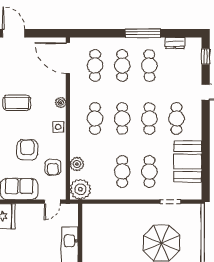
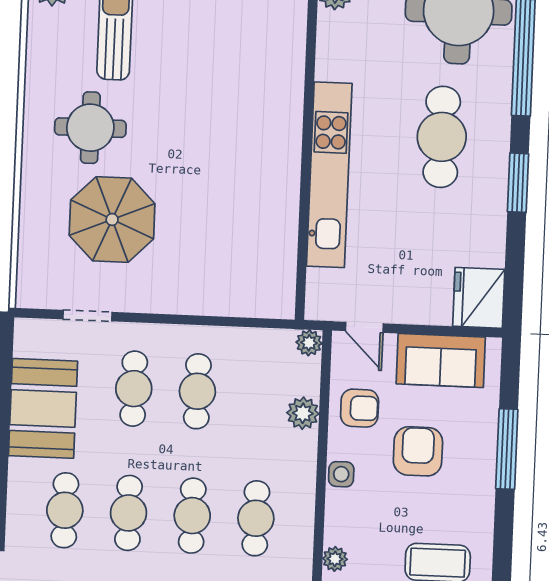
side table: (58, 127) -> (341, 474), moved
armchair: (27, 150) -> (418, 451), turned 180
armchair: (53, 167) -> (360, 408), turned 90
plant: (80, 189) -> (309, 343), width x0.53, depth x0.53
door: (52, 202) -> (364, 327), swing flipped

